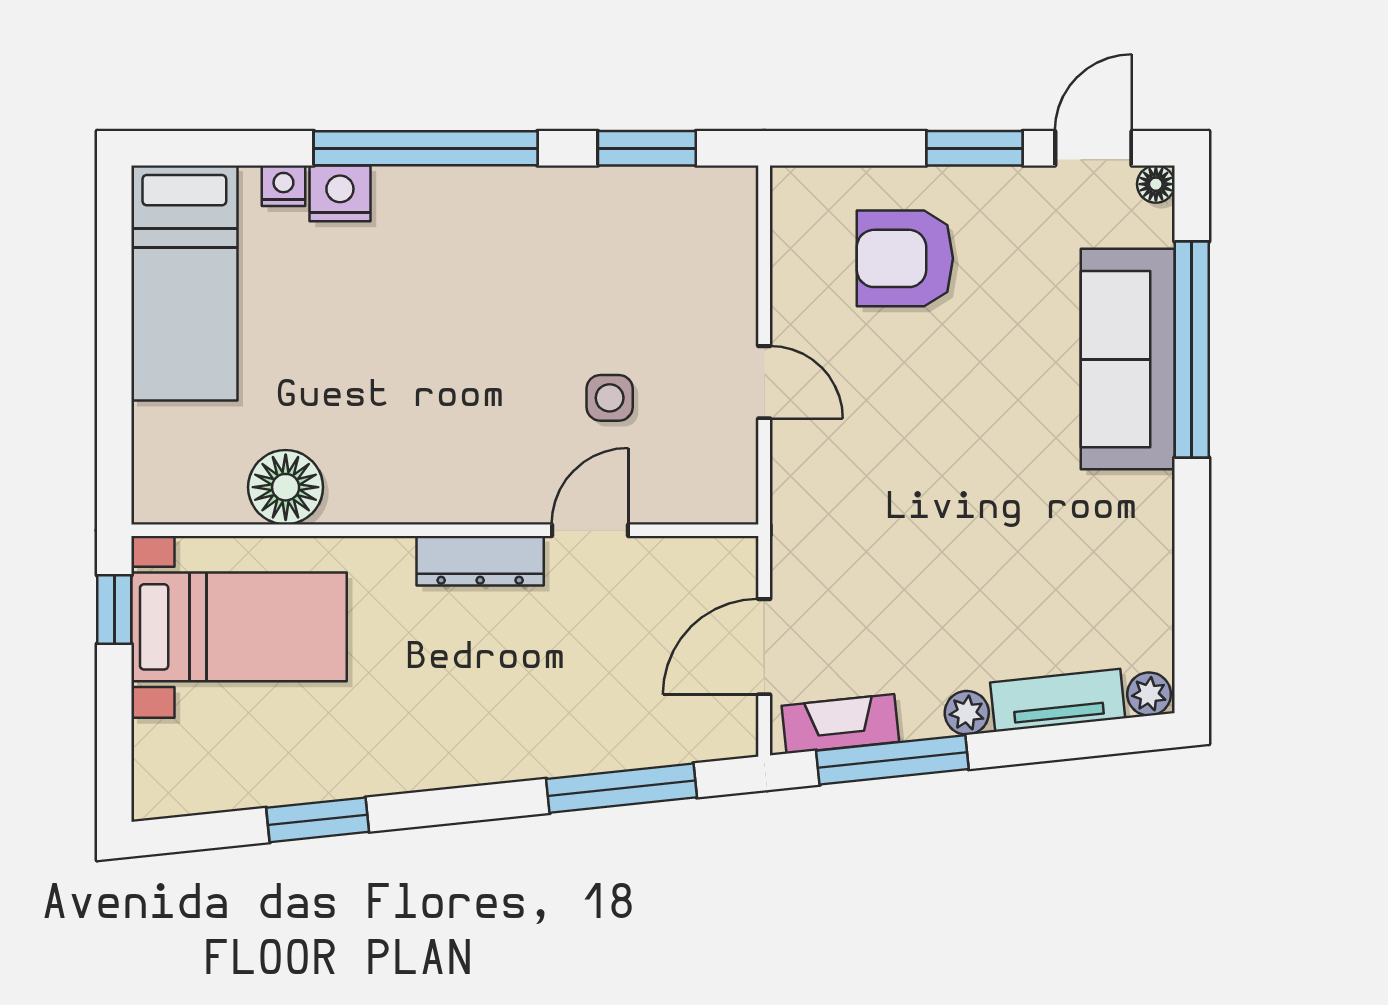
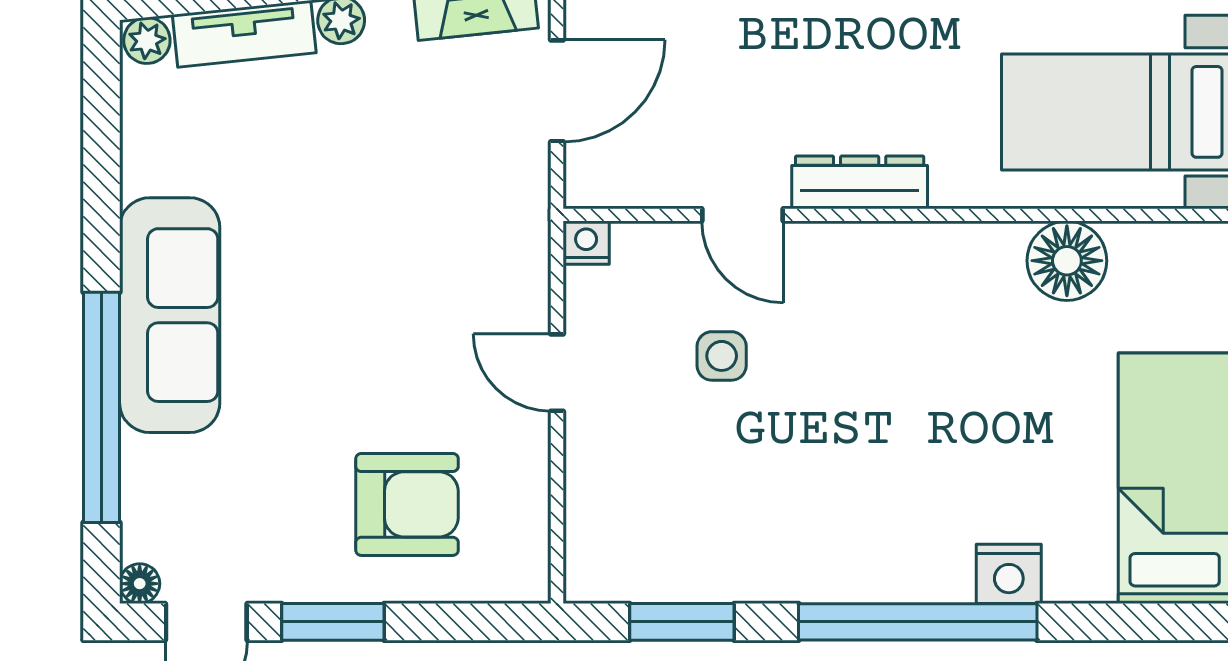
nightstand: (283, 186) -> (586, 243), moved, turned 180
sofa: (1128, 359) -> (170, 315), moved
door: (590, 530) -> (743, 215), hinge flipped

